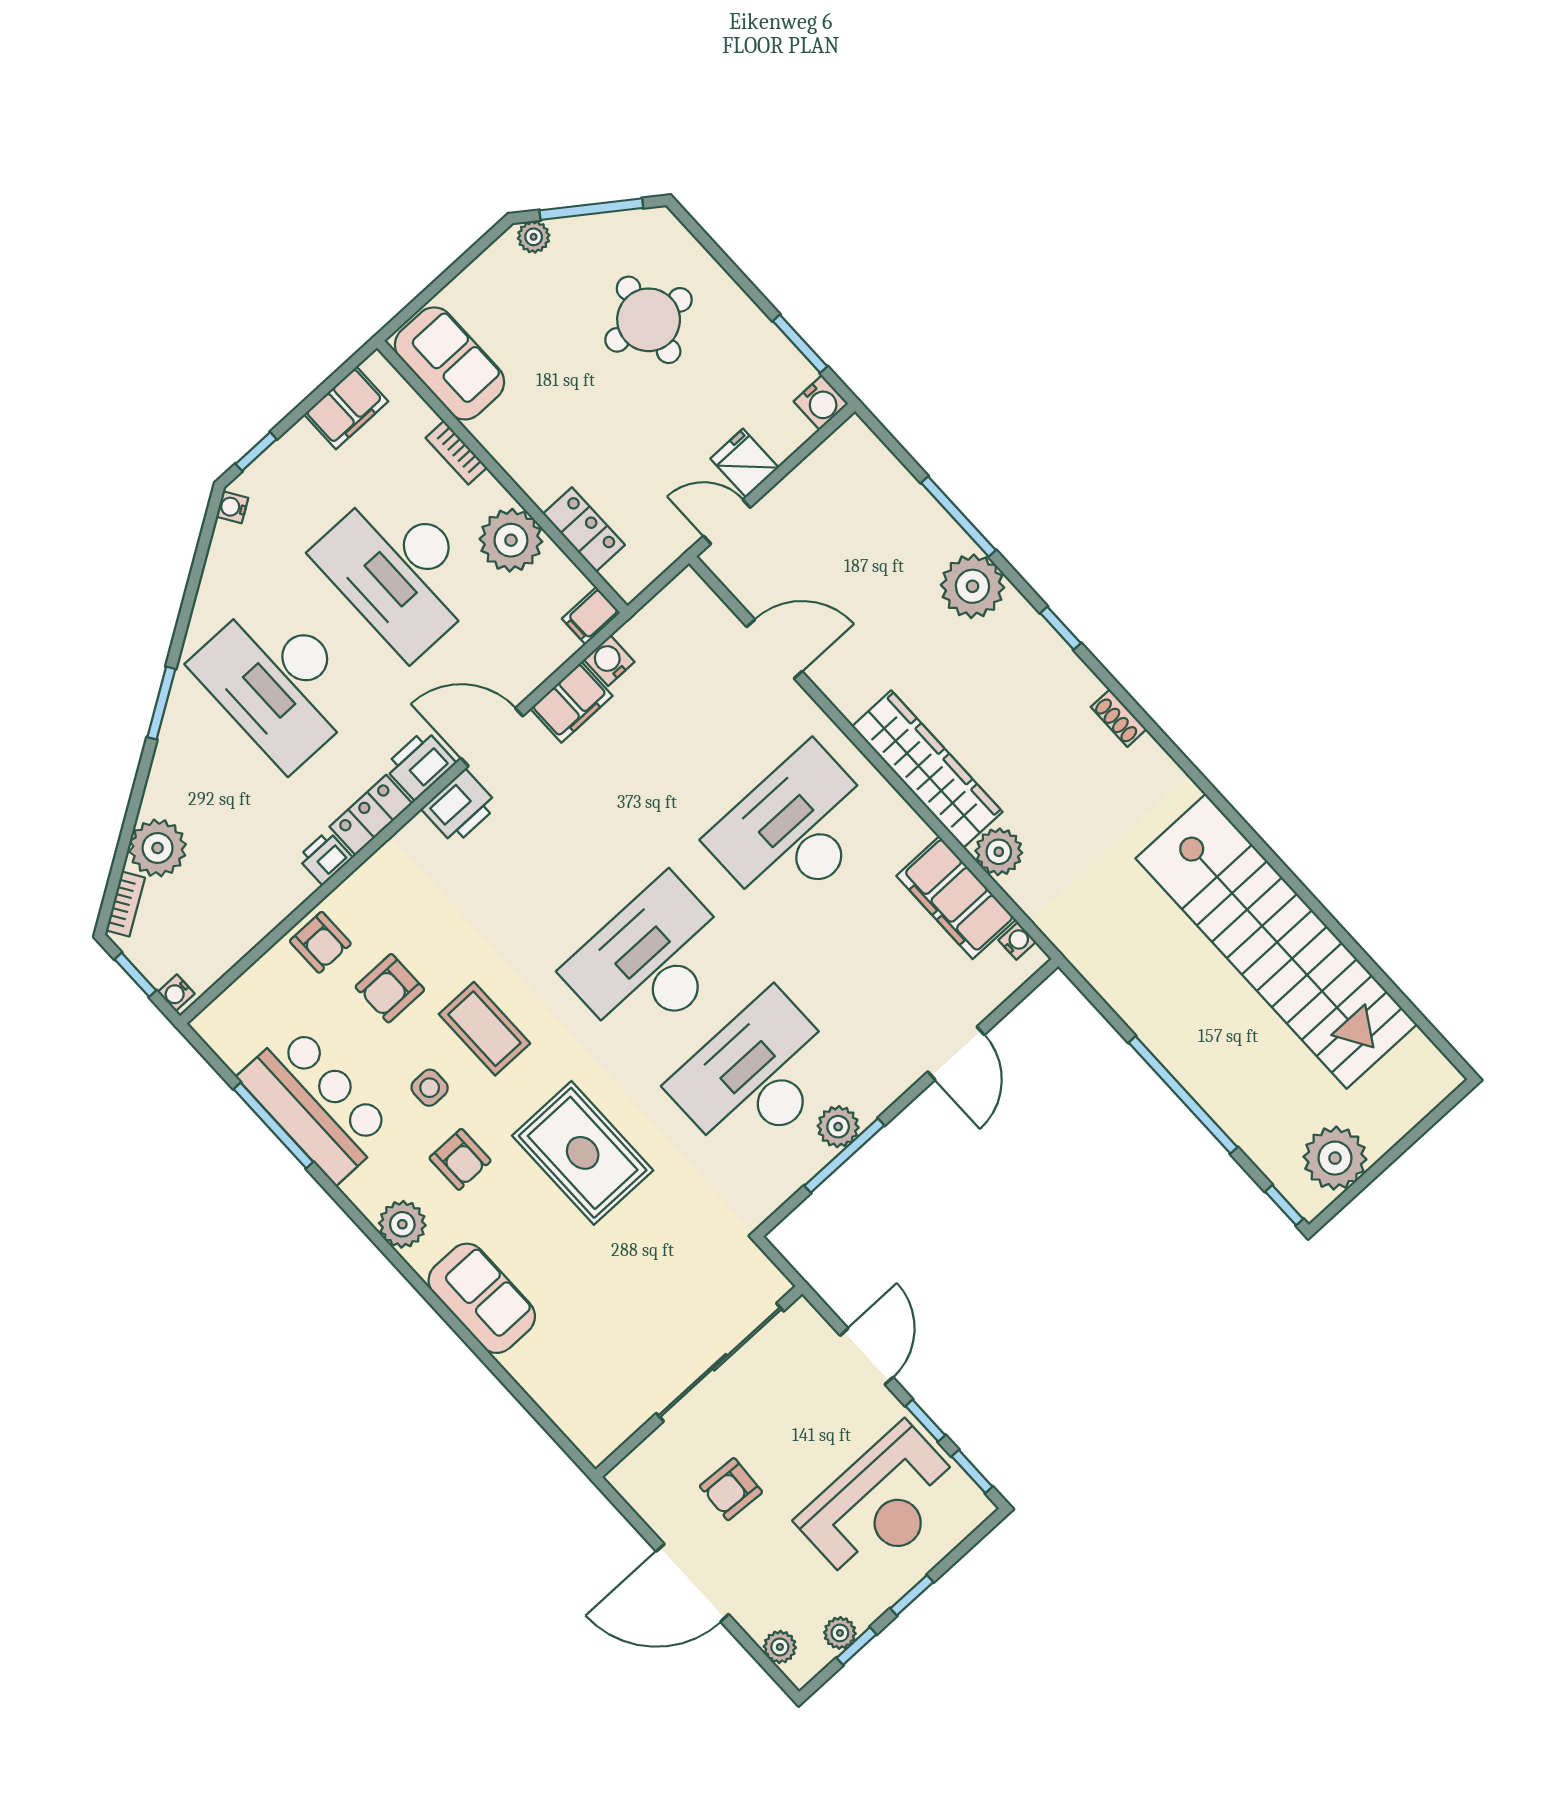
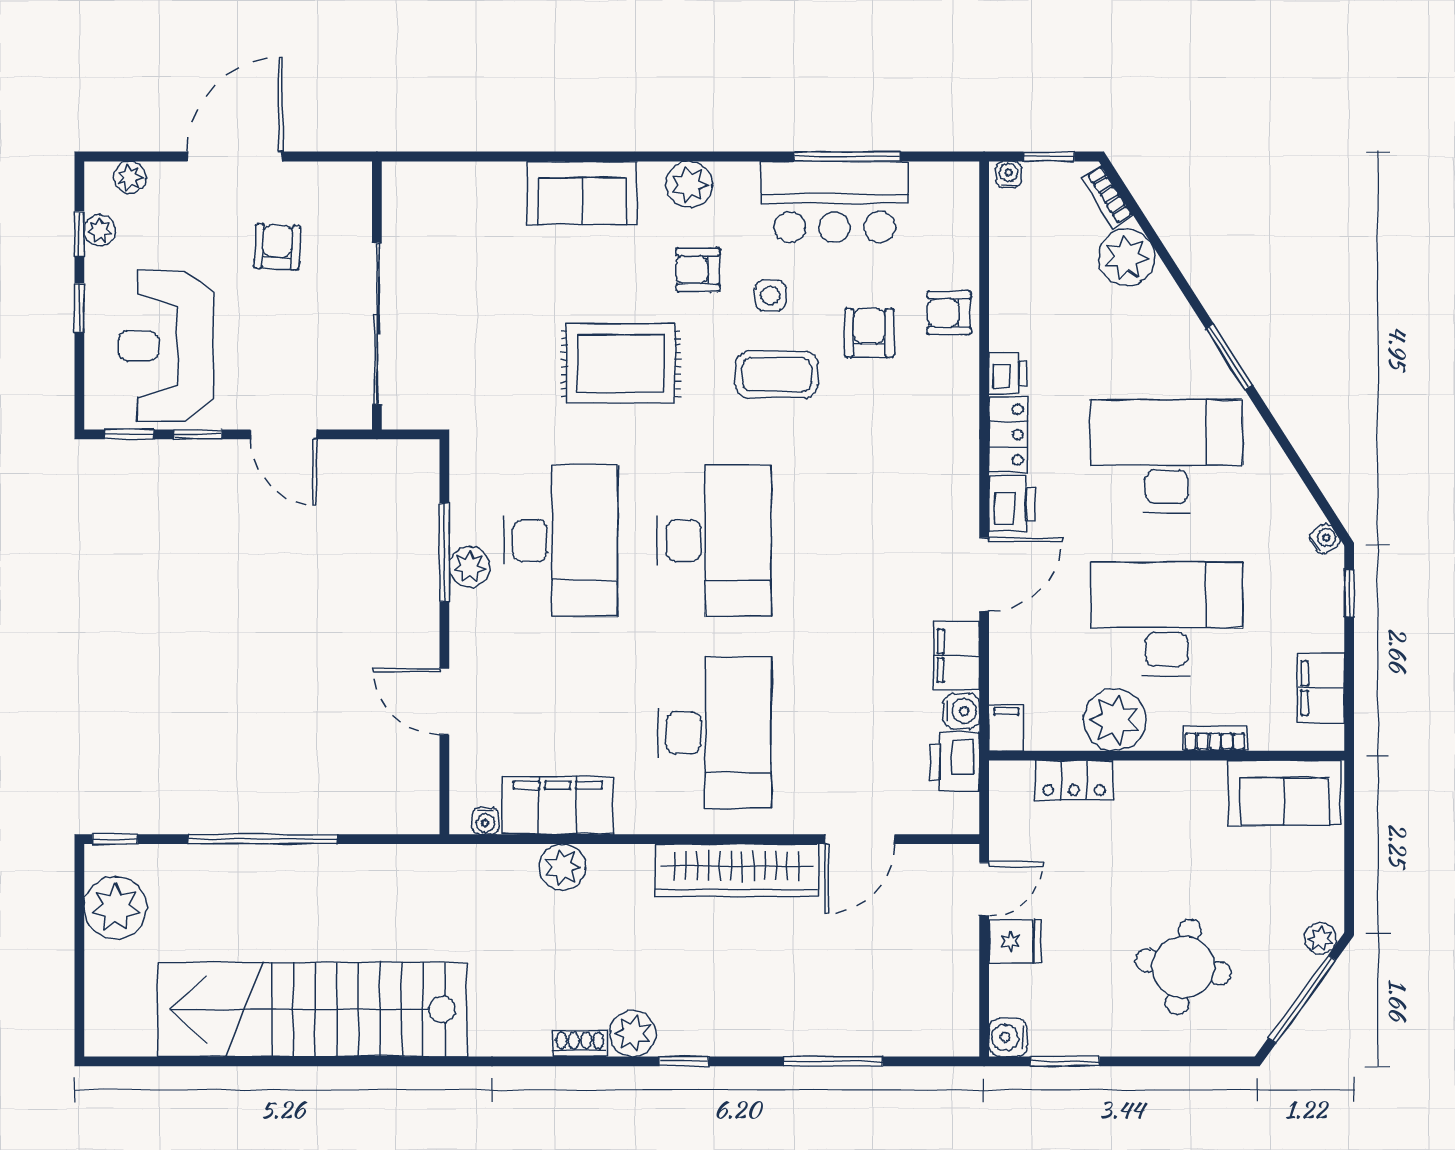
plant: (972, 586) -> (633, 1033), moved, width x0.73, depth x0.73
wardrobe: (927, 769) -> (737, 870), moved
printer: (460, 807) -> (955, 762), moved

